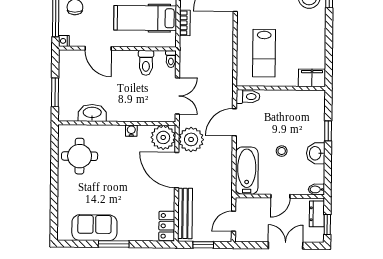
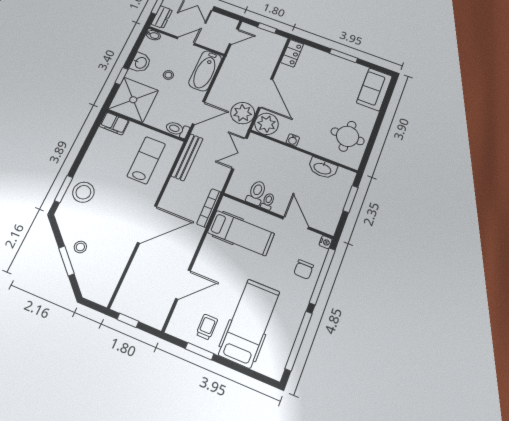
bookcase: (185, 23) -> (209, 208), width x1.56
toilet: (171, 59) -> (268, 201), moved
shower: (305, 110) -> (133, 100), added
bench: (185, 213) -> (187, 157), moved
sofa: (94, 228) -> (374, 89), moved, turned 90

